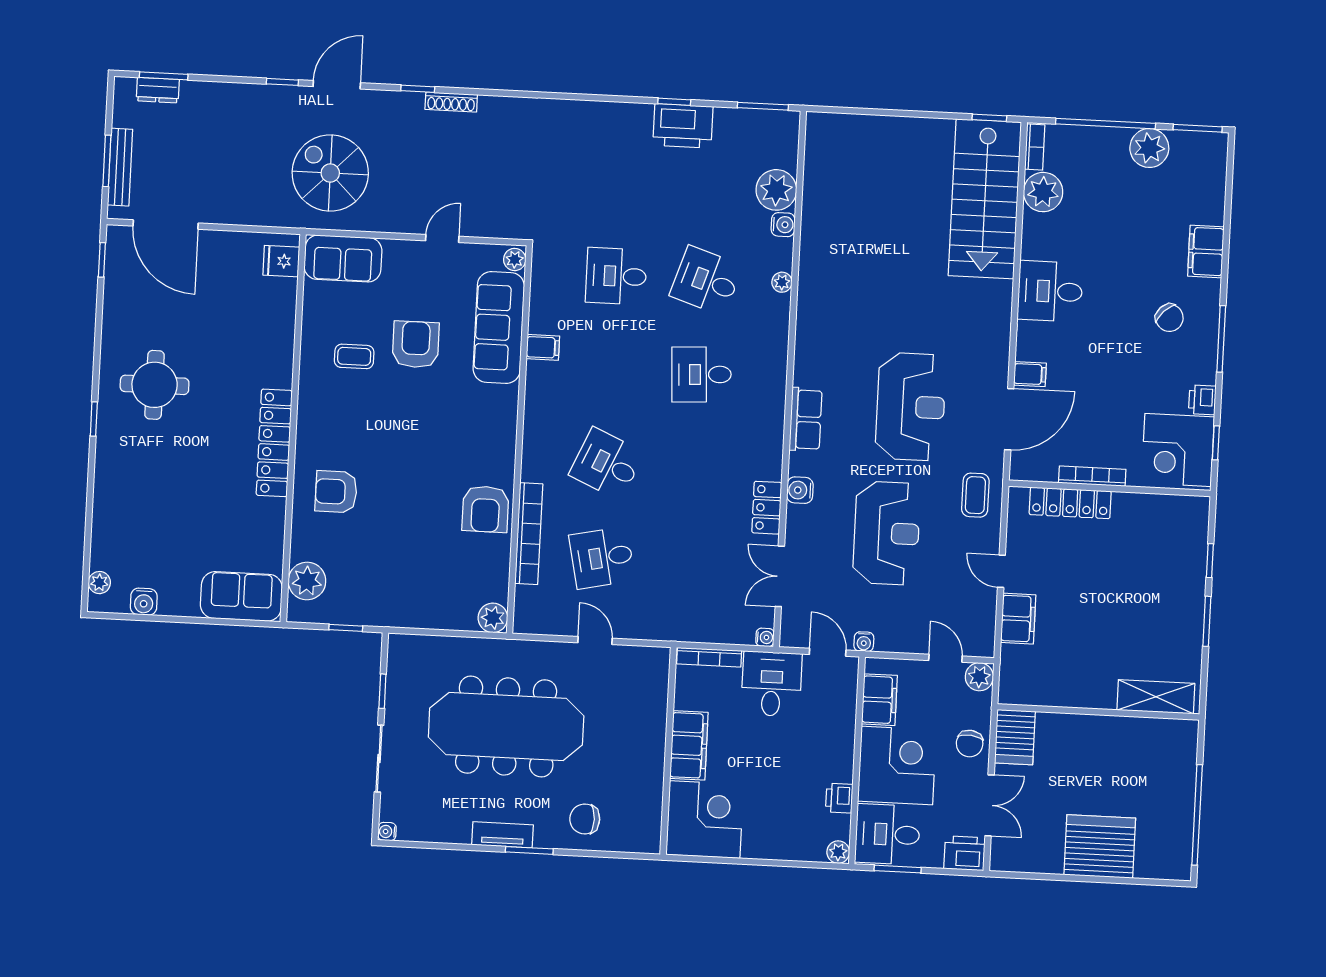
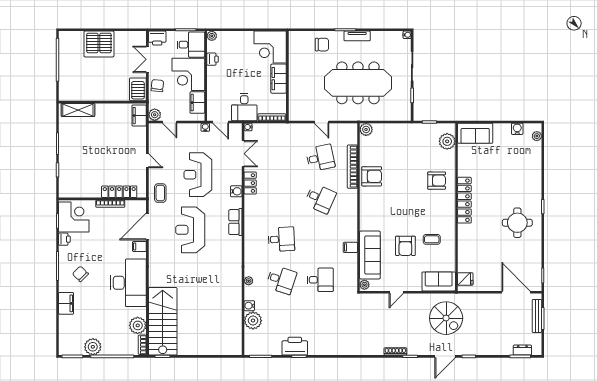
desk: (1050, 291) -> (128, 283), width x1.87, depth x1.30
armchair: (485, 509) -> (372, 176), turned 90
filing cabinet: (1018, 619) -> (139, 116), moved

